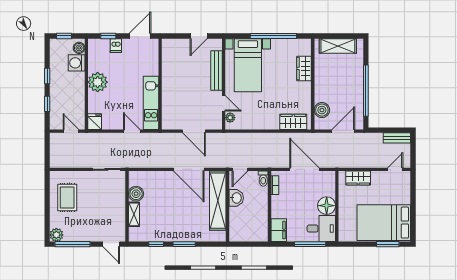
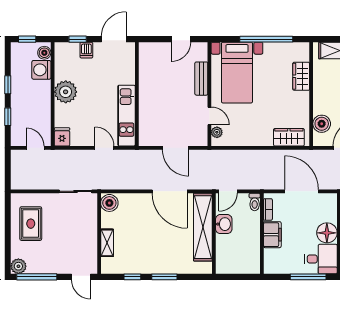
bench: (217, 70) -> (201, 79), width x0.73
boiler: (136, 194) -> (109, 203), moved
filing cabinet: (279, 230) -> (272, 235), moved

